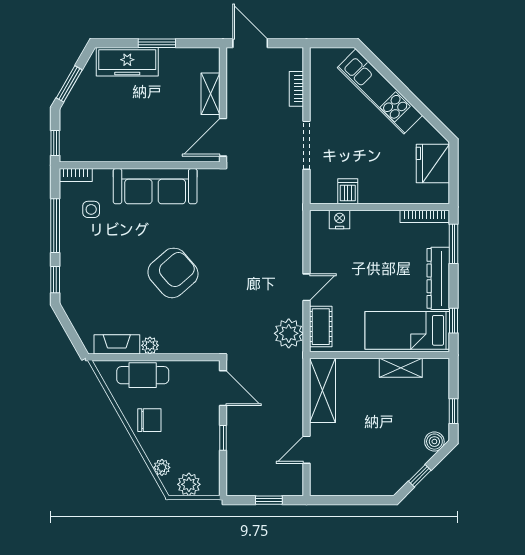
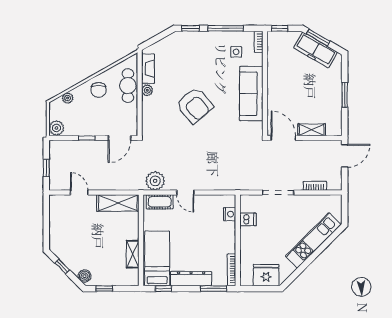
freezer: (127, 62) -> (316, 50), moved, turned -60
plant: (189, 484) -> (56, 128), moved

